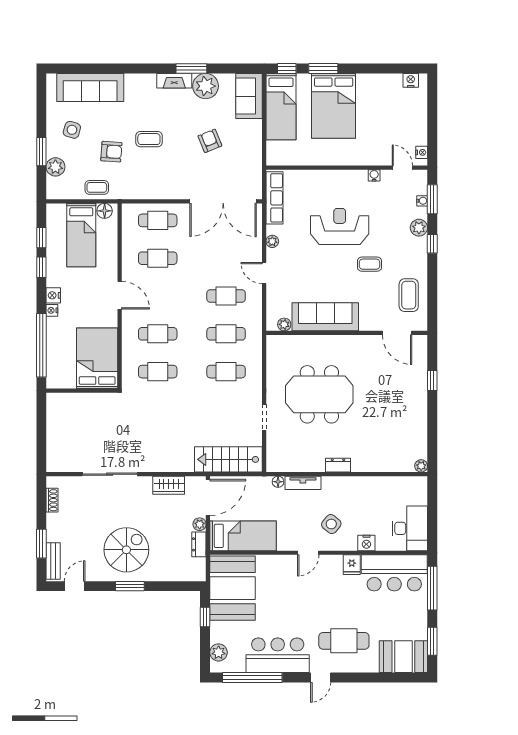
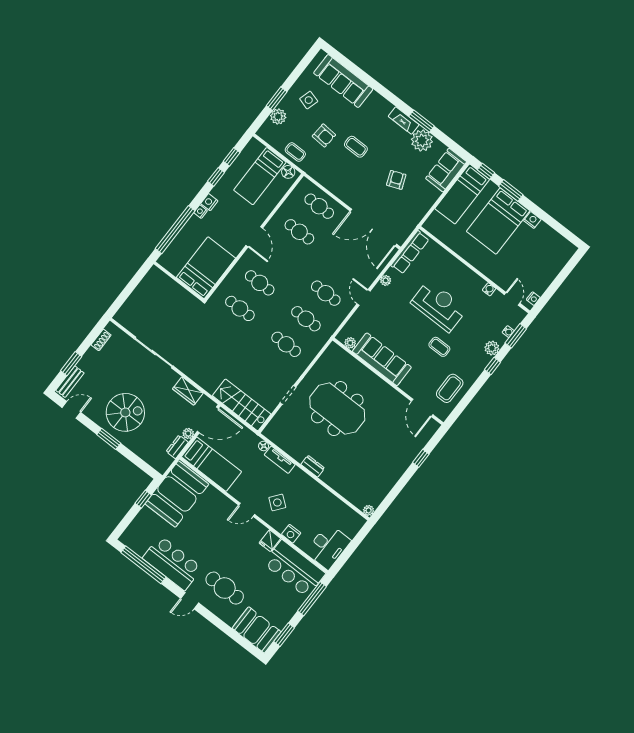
nightstand: (411, 80) -> (532, 220), moved
plant: (219, 652) -> (134, 530), removed

